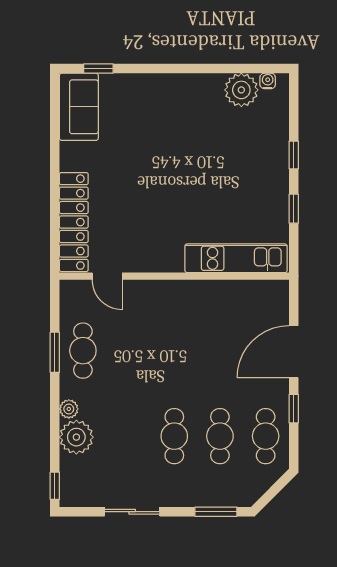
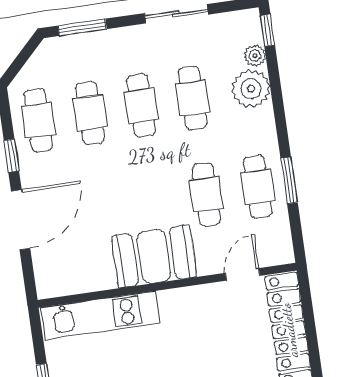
door: (107, 276) -> (243, 274), hinge flipped
booth: (182, 303) -> (154, 256), added
cafe table: (129, 351) -> (206, 194), added
plant: (69, 409) -> (255, 56), moved
cafe table: (129, 436) -> (193, 98), added

